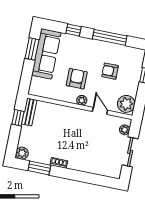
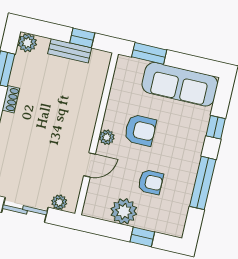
window: (32, 49) -> (149, 53), moved
armchair: (110, 71) -> (151, 182), turned 90
plant: (126, 104) -> (124, 211), moved
bench: (29, 112) -> (70, 51), moved

